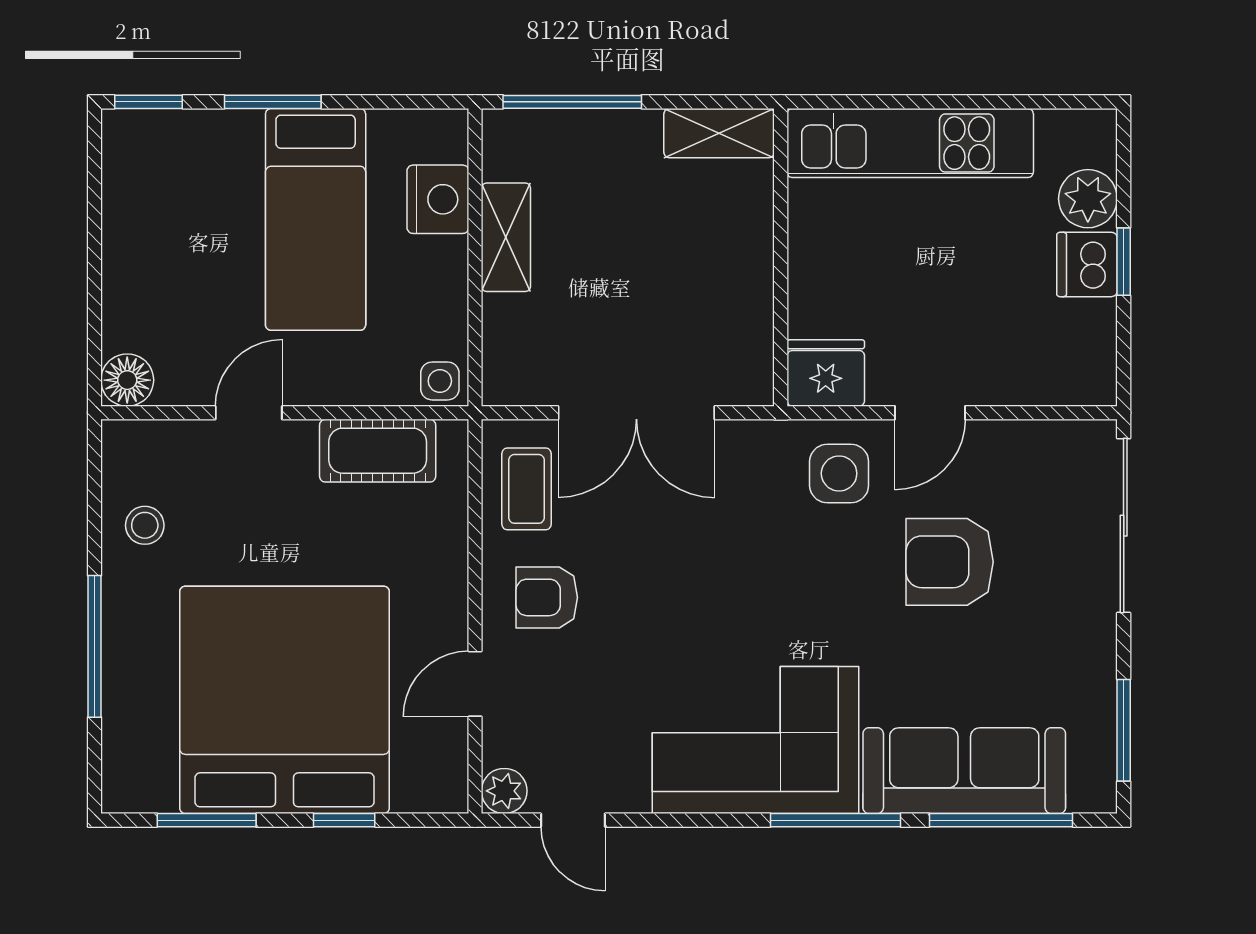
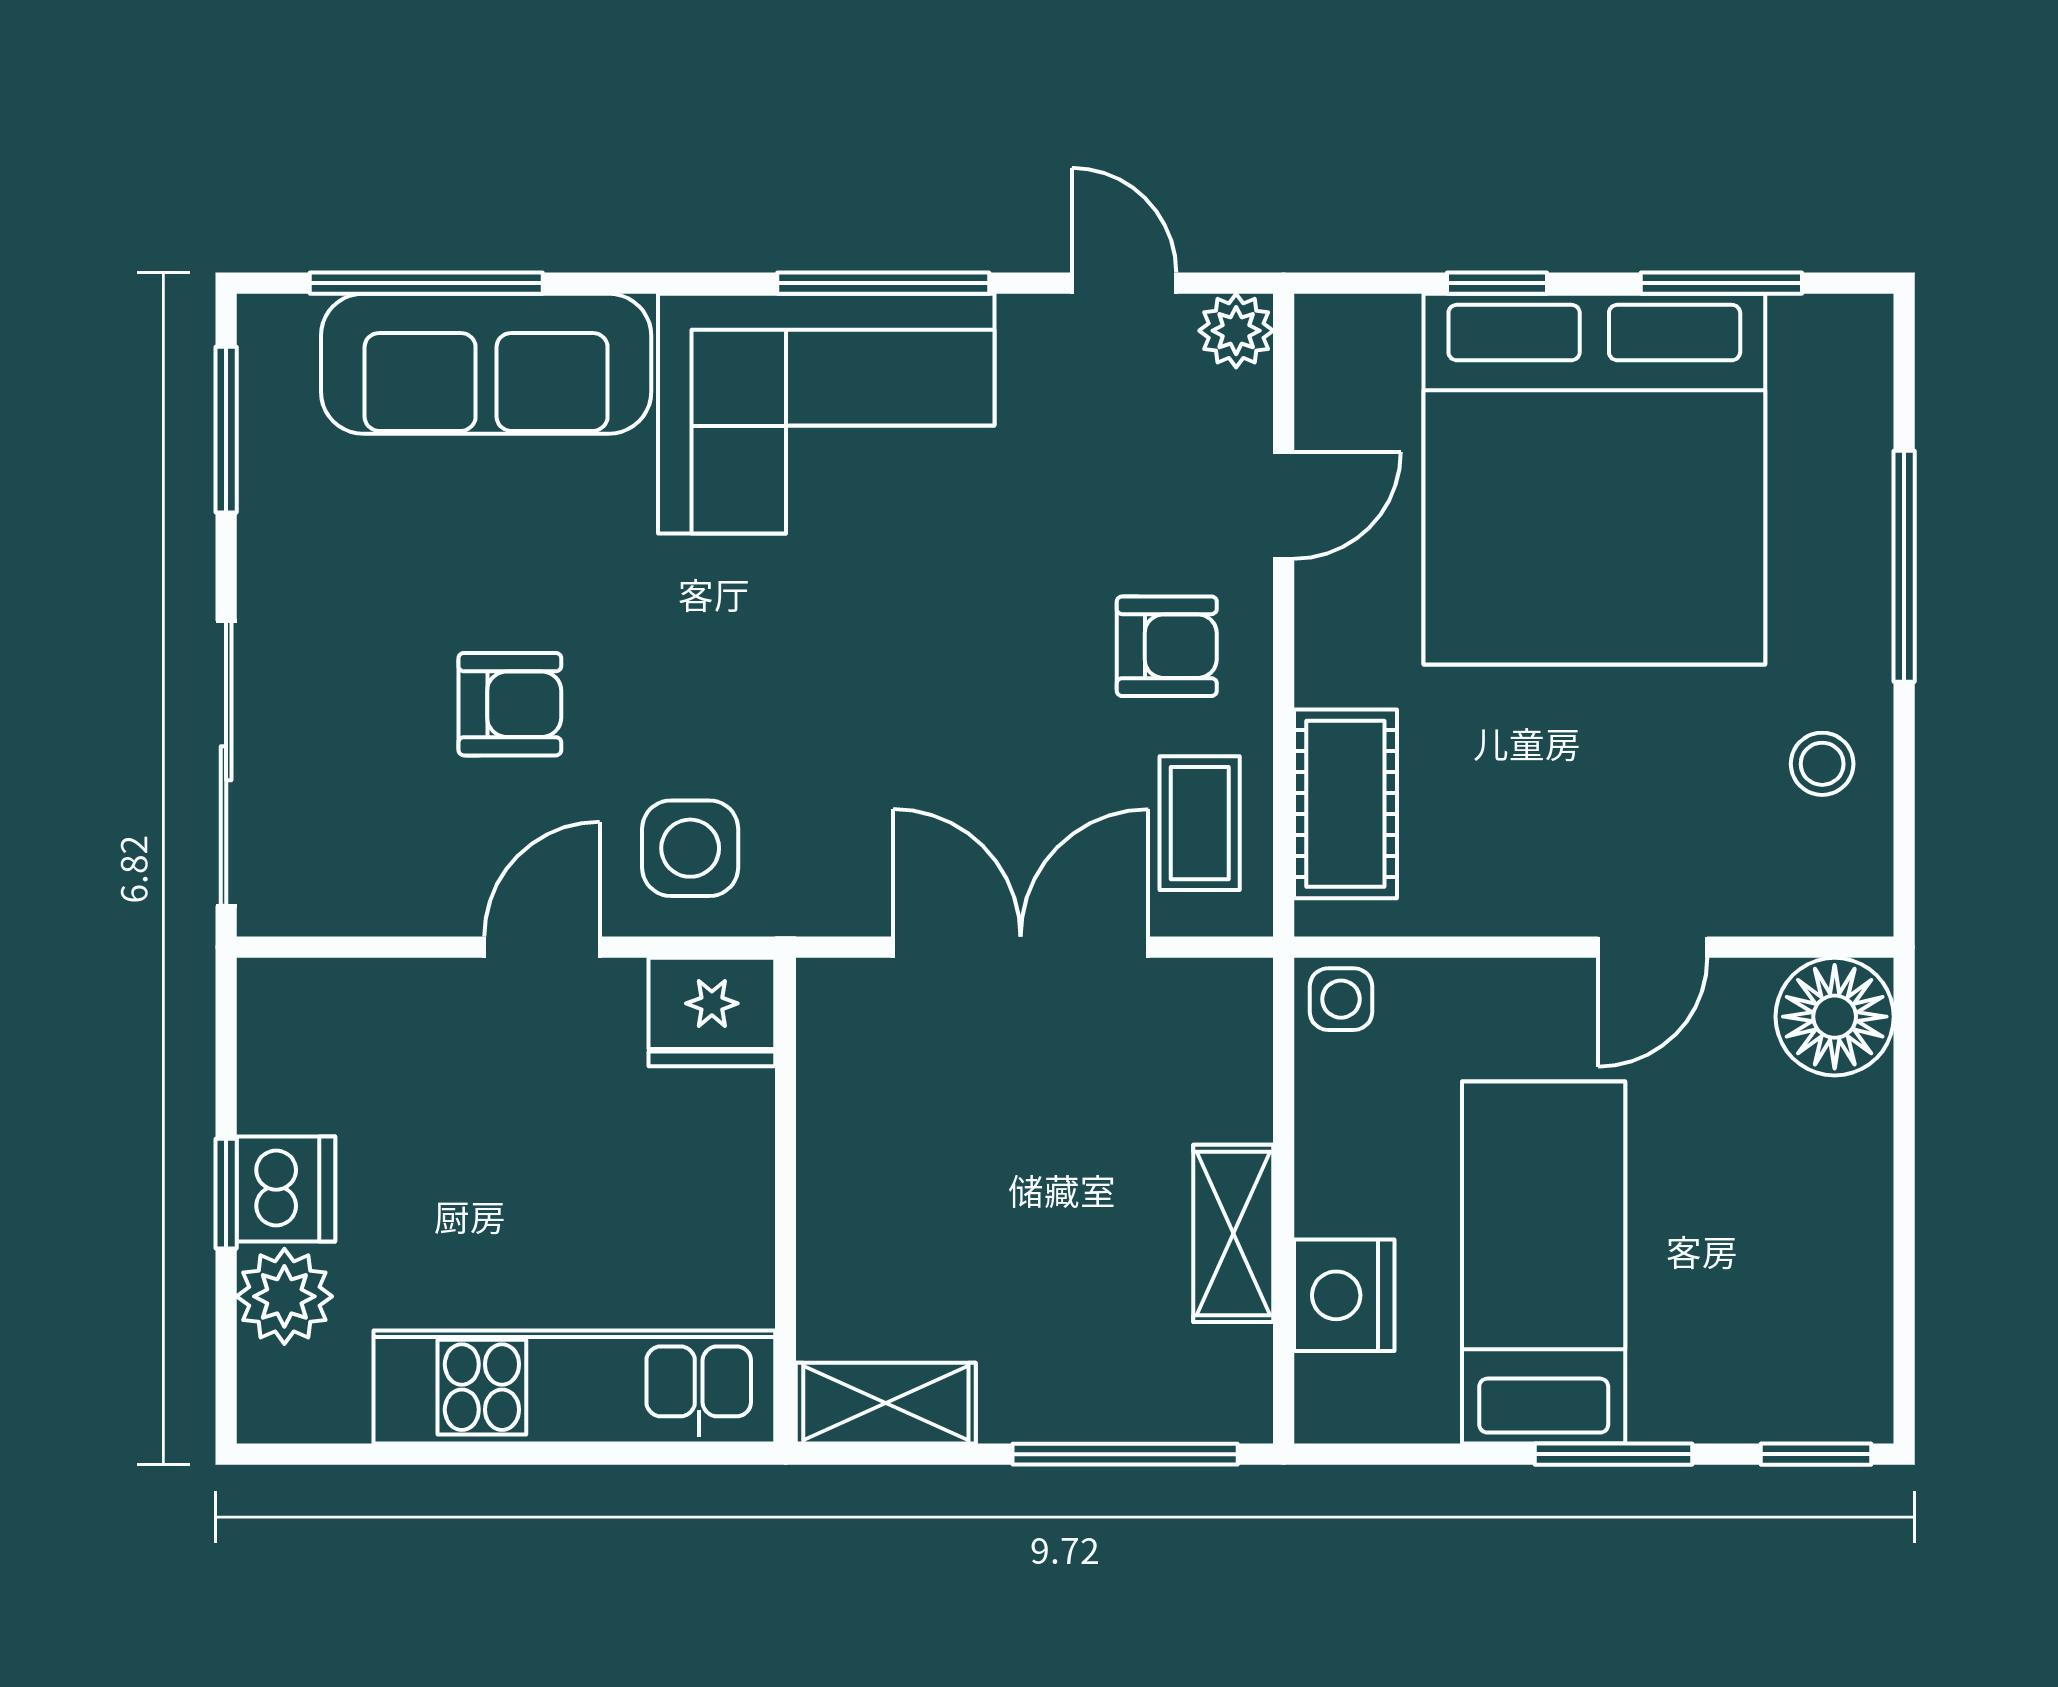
floor lamp: (127, 380) -> (1835, 1017), width x1.38, depth x1.38
cot: (378, 451) -> (1345, 804), moved, turned 90
armchair: (950, 562) -> (510, 704), width x0.72, depth x0.72
window: (836, 820) -> (883, 283), moved

